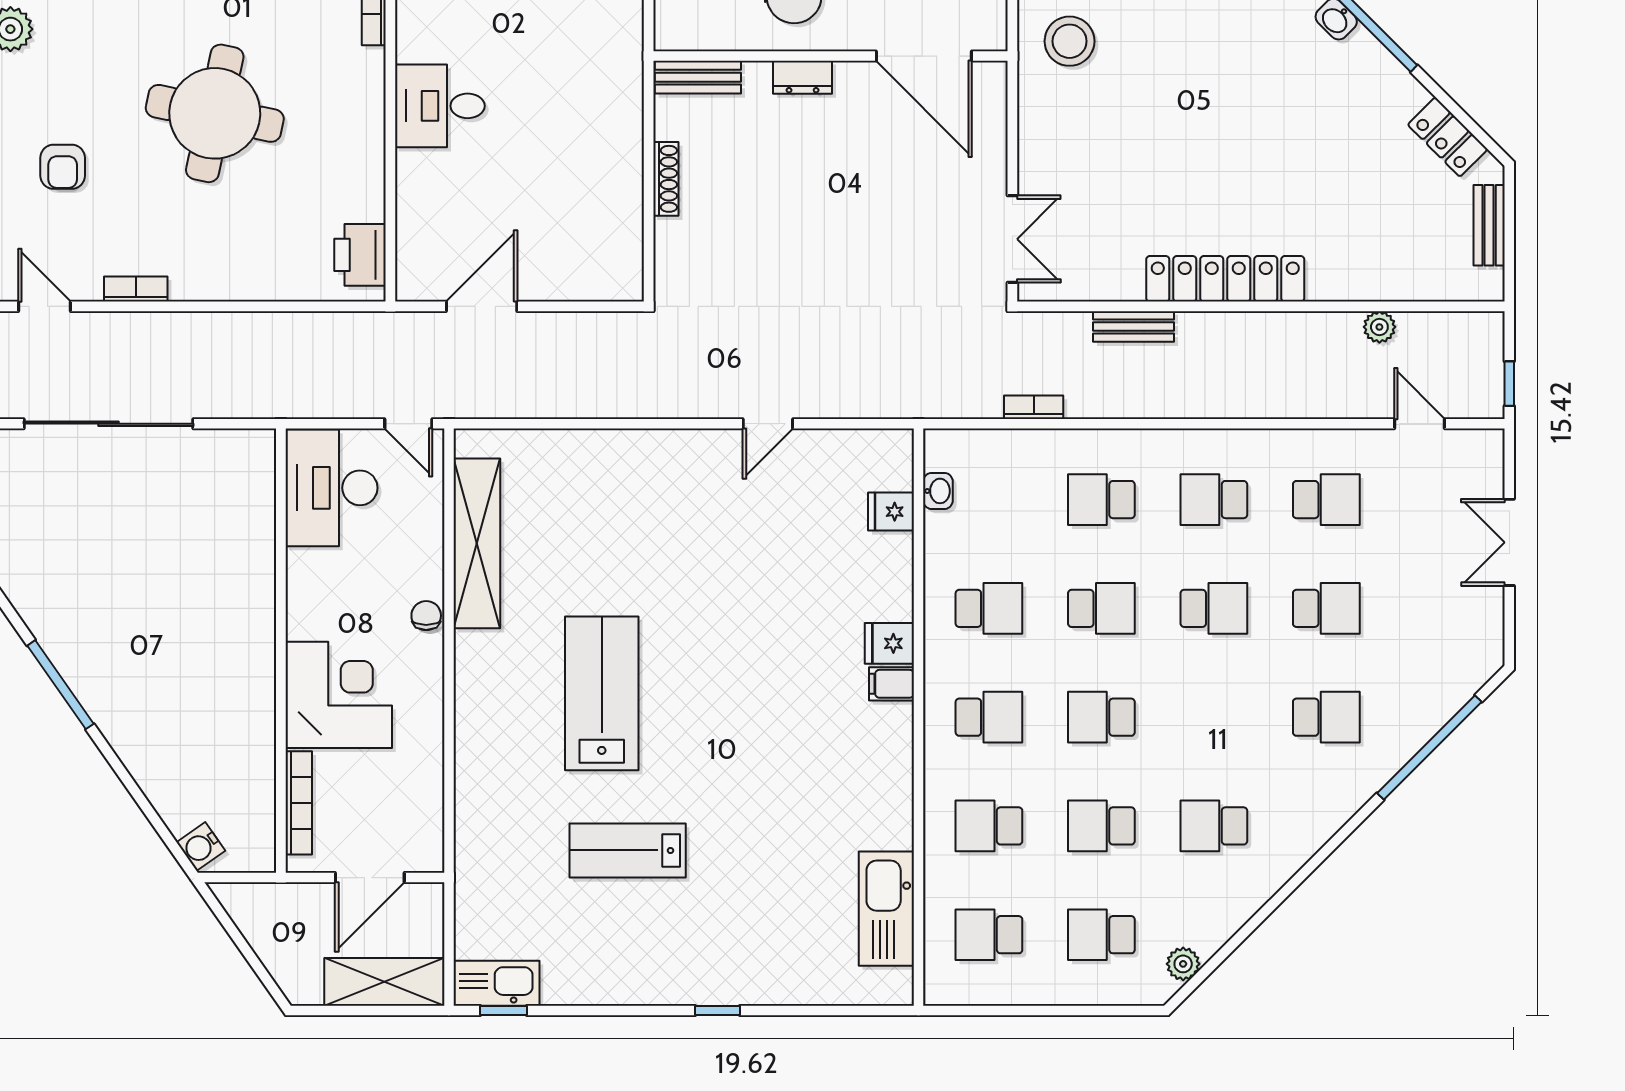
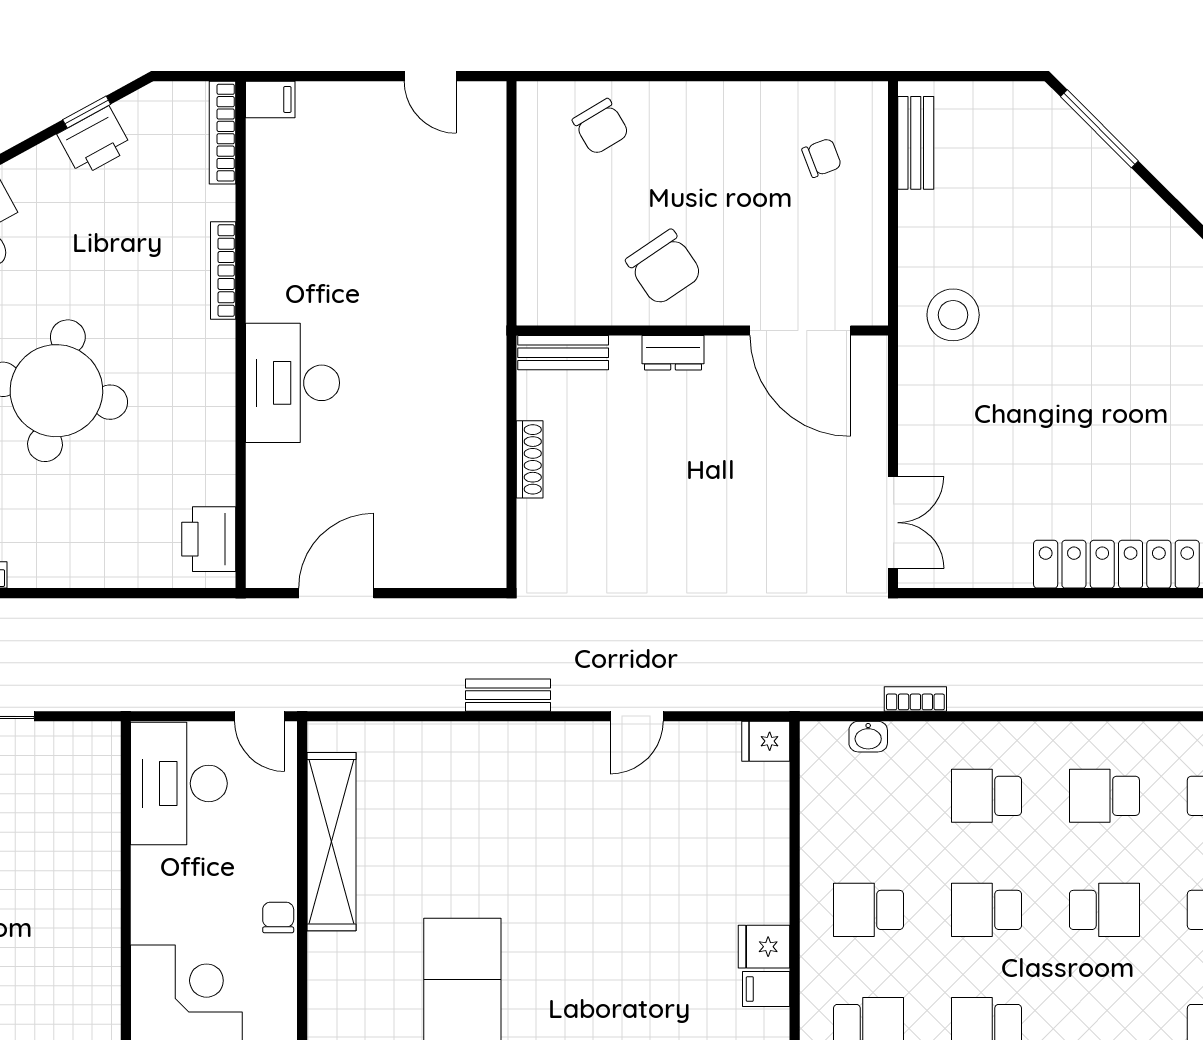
desk: (440, 106) -> (293, 383), width x1.37
bench: (1134, 326) -> (508, 695), moved
washbasin: (938, 491) -> (868, 737), moved, turned 90
fridge: (891, 512) -> (766, 741), moved
school desk: (989, 608) -> (869, 910), turned 180
school desk: (1101, 608) -> (986, 910), turned 180

